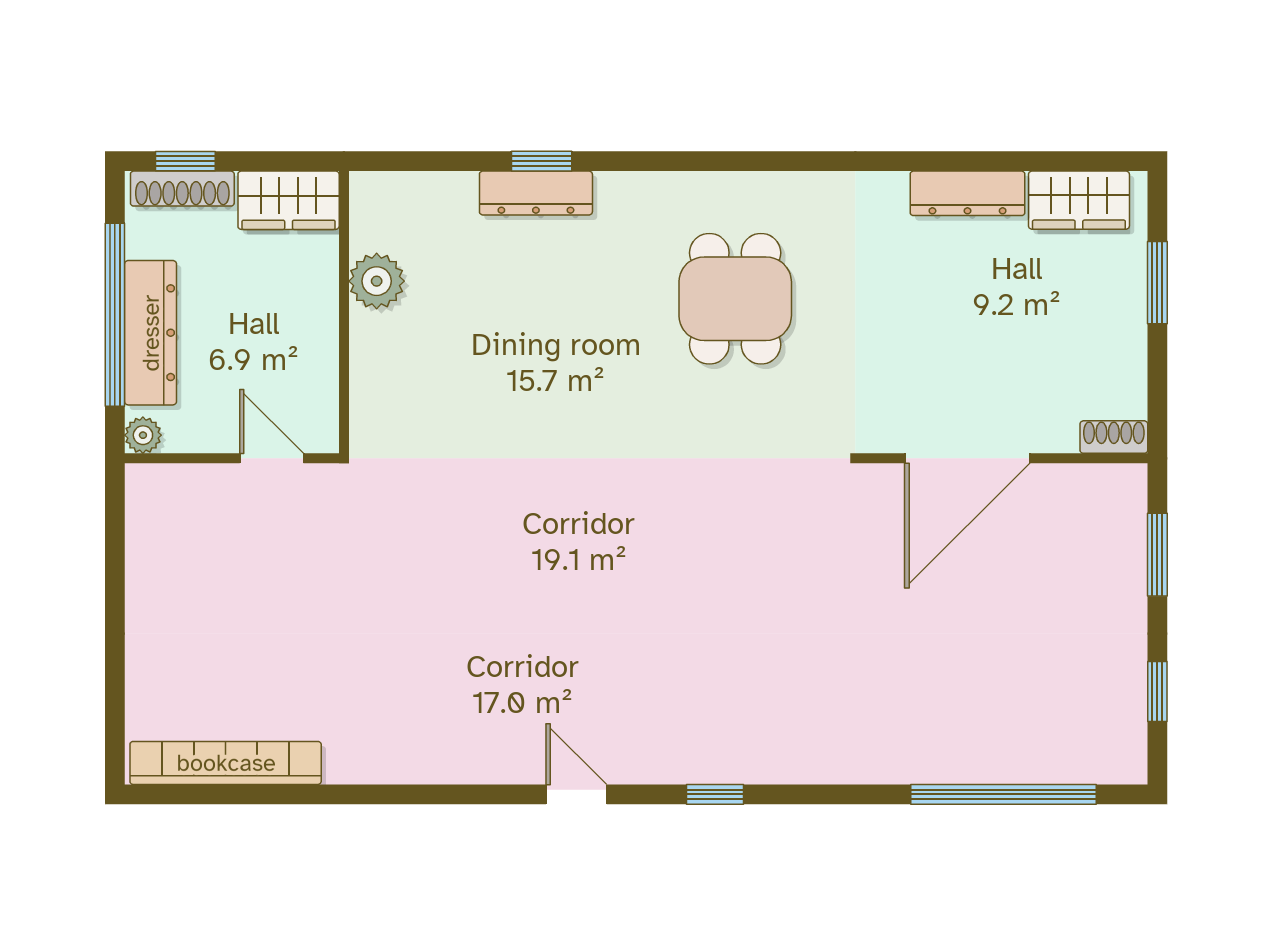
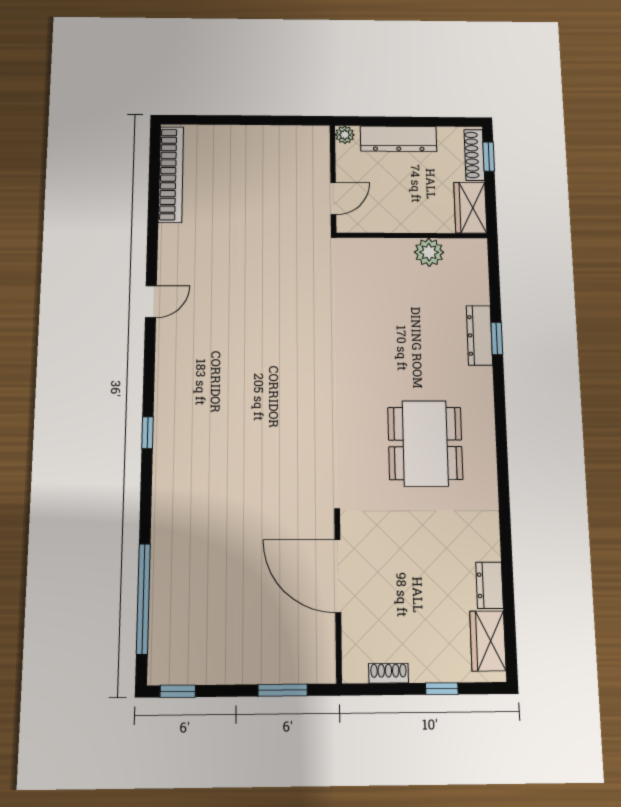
dresser: (968, 193) -> (490, 585), width x0.70
window: (1157, 283) -> (442, 689), width x0.67
dining table: (735, 299) -> (425, 443), width x1.38
window: (115, 315) -> (407, 122), removed
shoe rack: (1114, 437) -> (389, 673), moved, turned -90
window: (1157, 692) -> (178, 691), moved
door: (576, 794) -> (151, 302), moved

